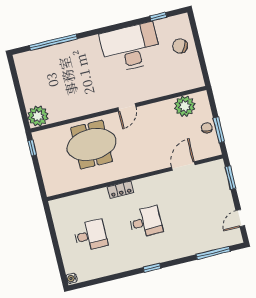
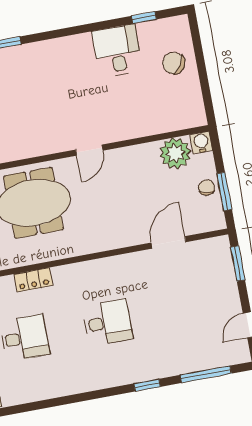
desk: (130, 47) -> (117, 51), width x0.53, depth x0.77
water cooler: (201, 98) -> (201, 142), added
locker: (121, 190) -> (33, 280), moved
window: (152, 268) -> (147, 385), moved

